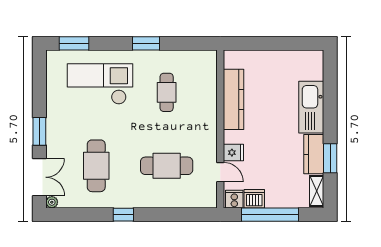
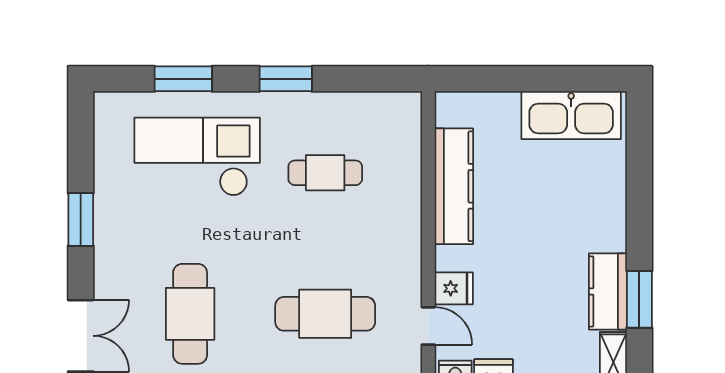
window: (74, 43) -> (183, 79), moved
cafe table: (167, 92) -> (325, 173), turned 90
kitchen sink: (311, 107) -> (571, 115), moved, turned -90
window: (39, 131) -> (81, 220), moved

